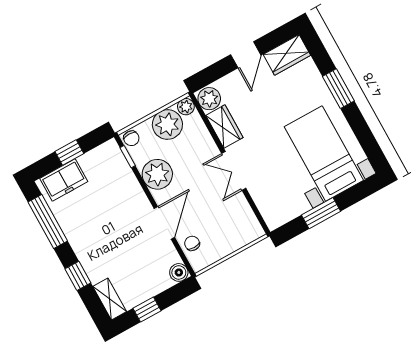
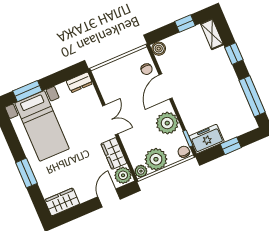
door: (246, 55) -> (109, 198), moved
freezer: (64, 180) -> (207, 139), moved
window: (321, 213) -> (27, 91), moved
dresser: (280, 217) -> (79, 82), added

